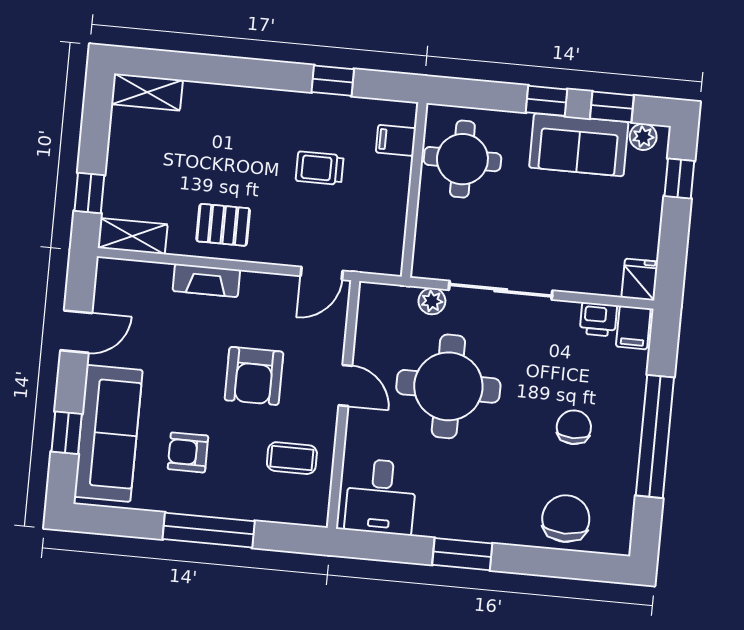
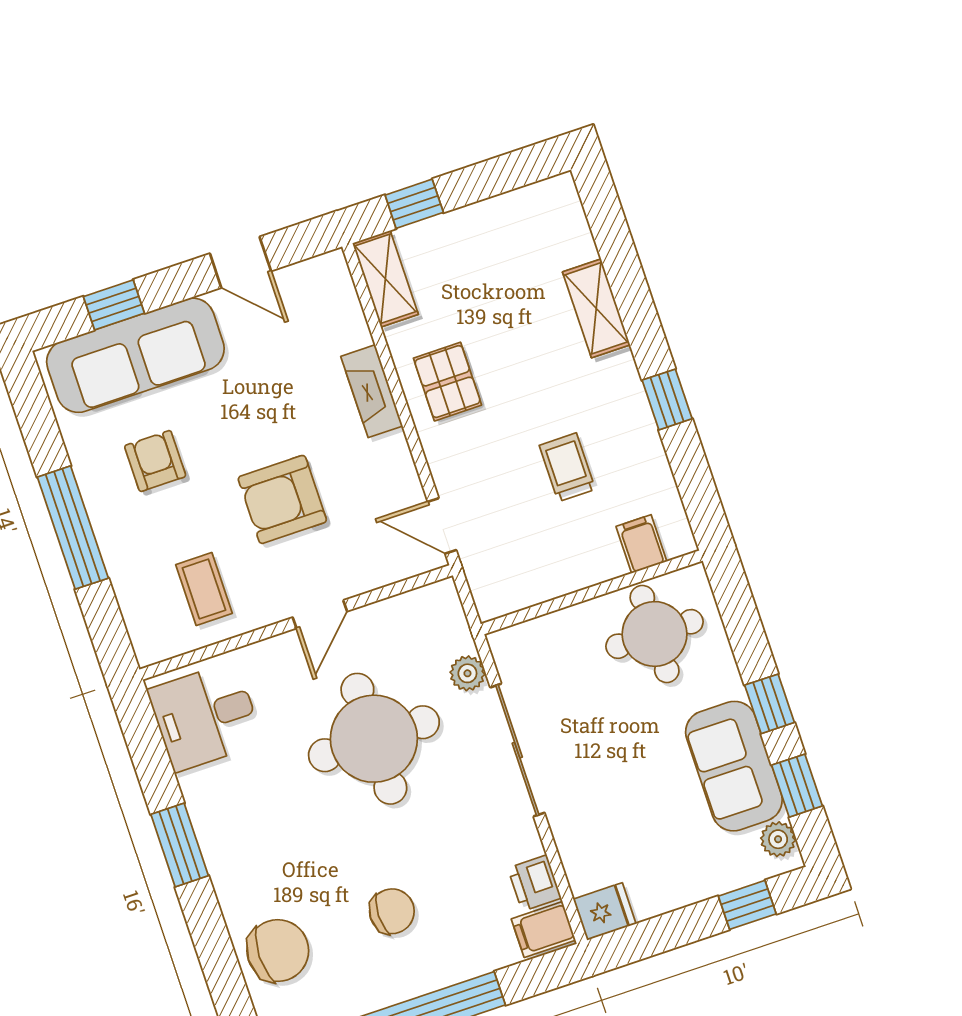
window: (333, 81) -> (667, 399), moved
shelving: (147, 92) -> (596, 308), moved

